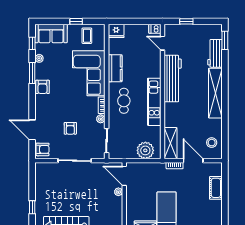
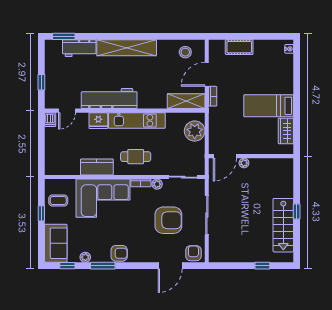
fridge: (116, 31) -> (98, 121), moved, turned 90
armchair: (70, 128) -> (168, 220), width x1.88, depth x1.88

